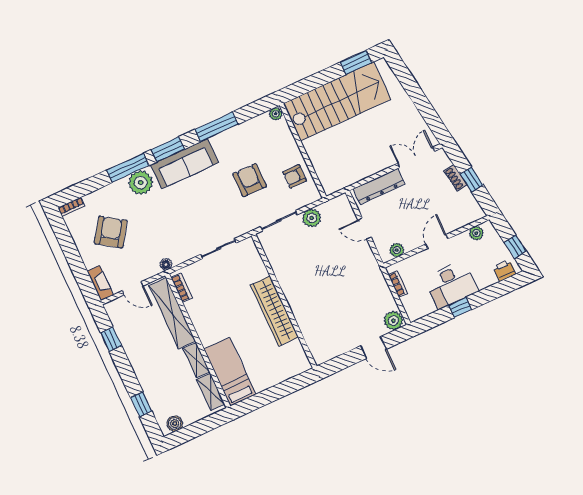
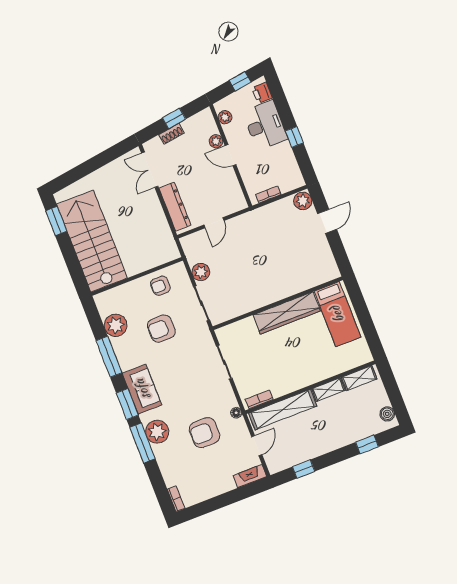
plant: (276, 114) -> (116, 325), moved, width x1.87, depth x1.87
sofa: (184, 164) -> (142, 389), width x0.73
armchair: (295, 176) -> (160, 286), turned 90
armchair: (111, 232) -> (204, 433), moved, turned -34
plant: (397, 250) -> (216, 141), moved
desk: (451, 285) -> (265, 125), moved
bed: (230, 372) -> (337, 314), moved, turned -90

